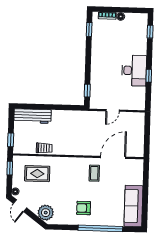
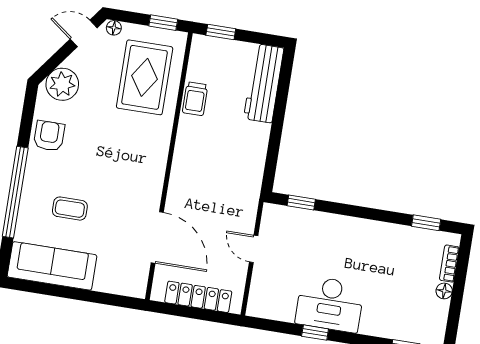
locker: (139, 134) -> (198, 297), added
coffee table: (94, 173) -> (70, 209), moved
rug: (37, 174) -> (145, 77), width x1.36, depth x1.43
armchair: (84, 208) -> (49, 136), moved

